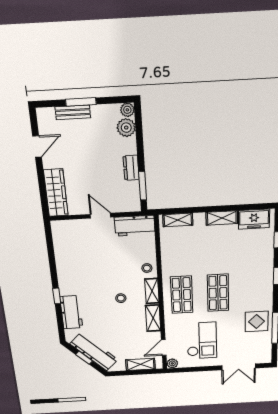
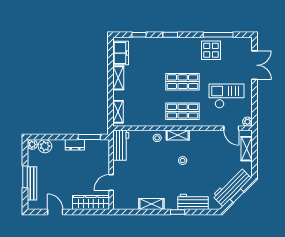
bench: (73, 112) -> (32, 183), width x1.36
door: (100, 216) -> (111, 182), moved
shelving: (153, 318) -> (151, 204), moved

